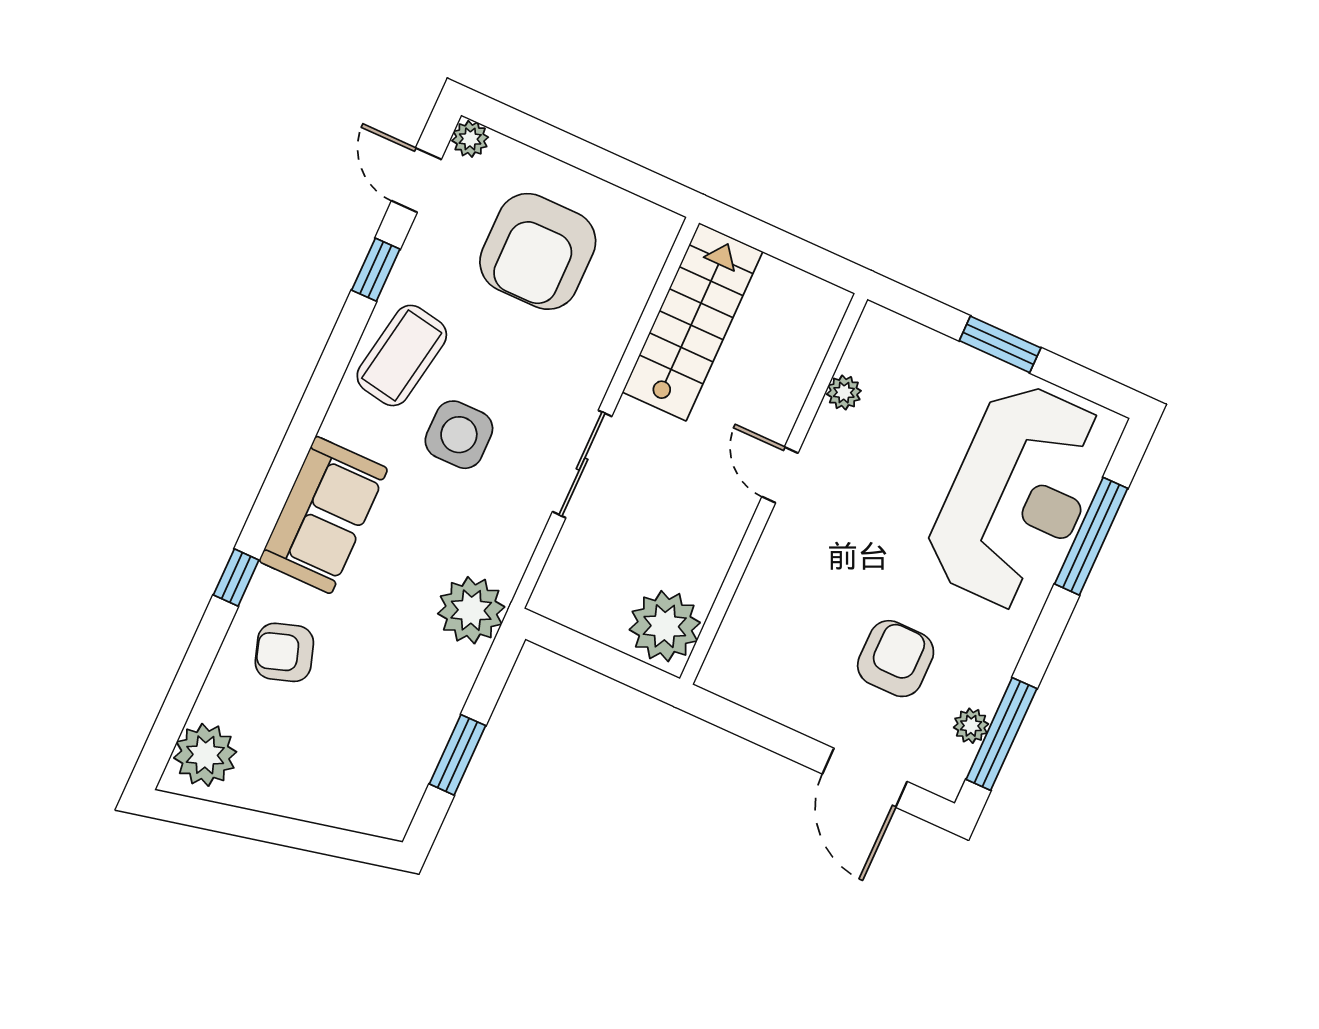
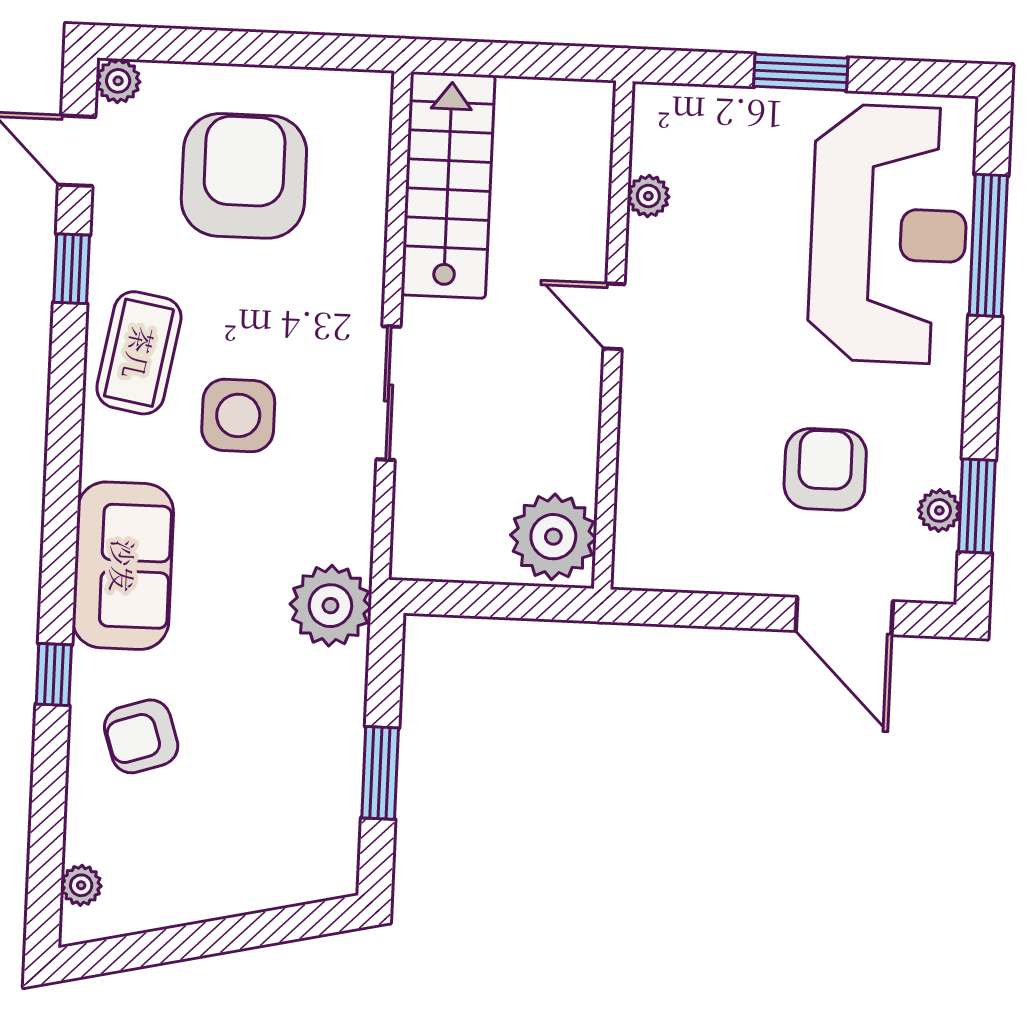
armchair: (538, 251) -> (244, 176), turned 180
window: (1001, 734) -> (977, 506), width x0.69
plant: (205, 755) -> (81, 885), width x0.53, depth x0.53

